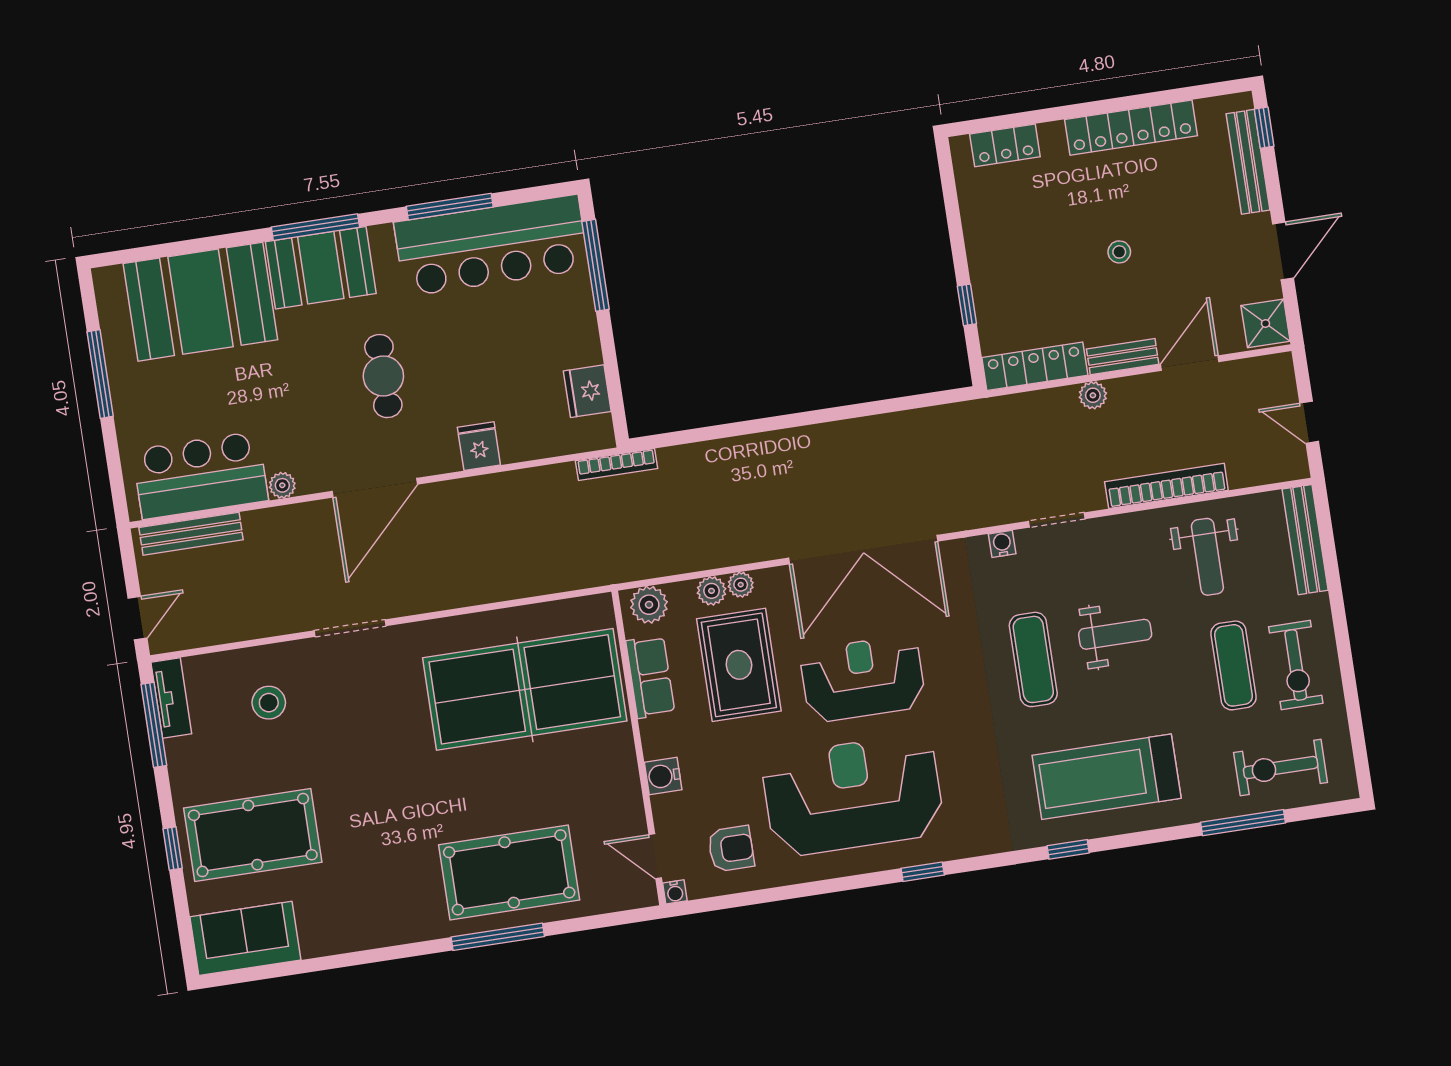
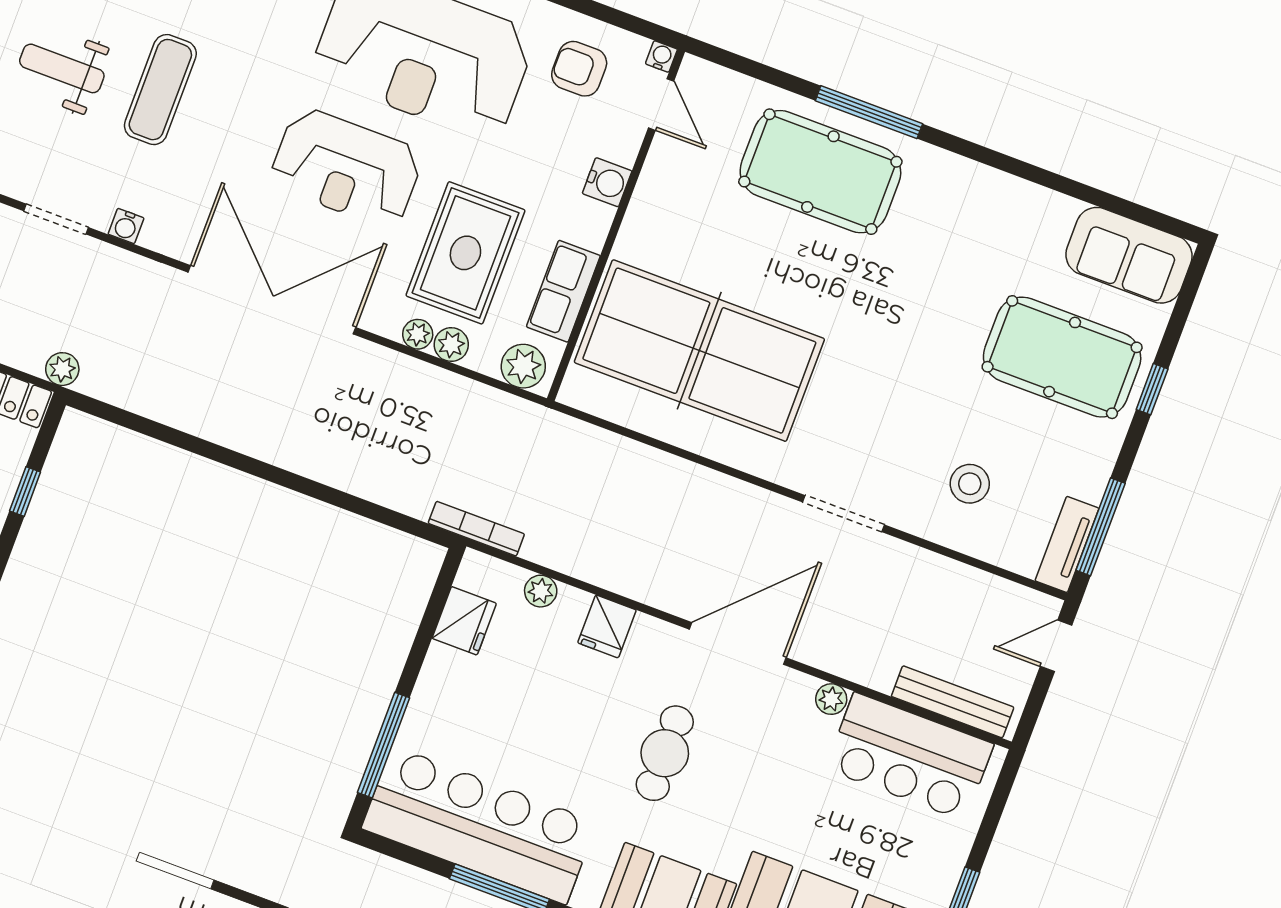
plant: (990, 411) -> (62, 369), added
plant: (543, 445) -> (541, 591), added

